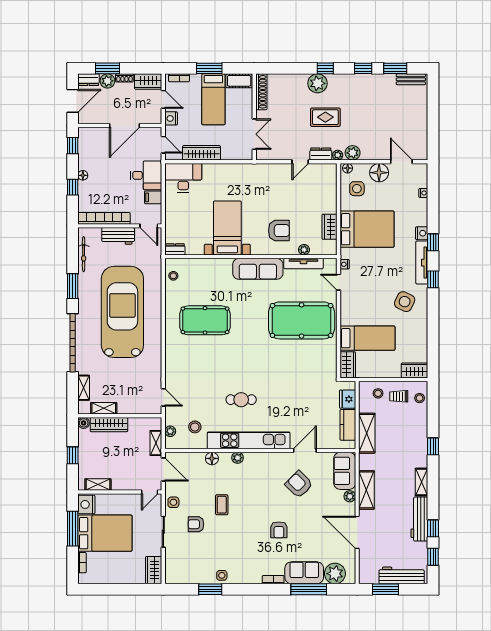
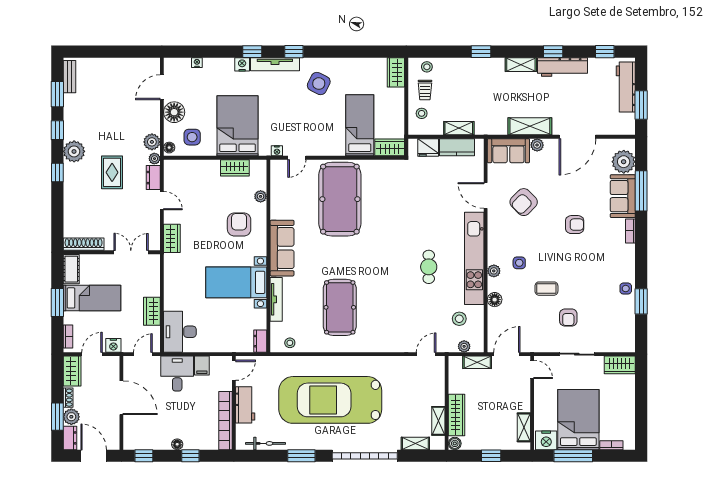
plant: (317, 83) -> (74, 151), moved
wardrobe: (202, 153) -> (152, 311), width x0.67
wardrobe: (266, 171) -> (172, 238), added
tv unit: (304, 264) -> (276, 299), moved
shelving: (367, 433) -> (459, 128), width x0.67, depth x0.75
side table: (173, 502) -> (519, 263), moved
window: (433, 528) -> (553, 52), moved

